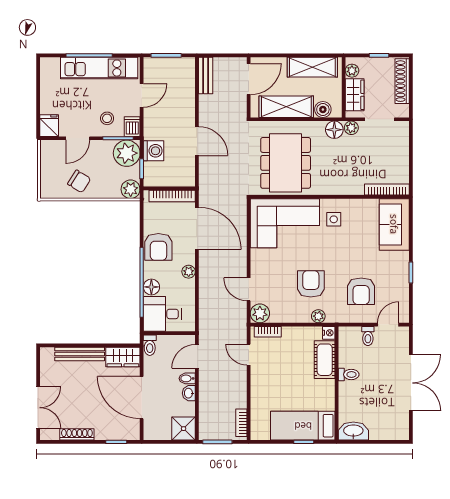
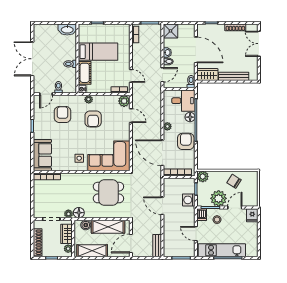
door: (142, 95) -> (196, 234), hinge flipped
plant: (127, 153) -> (219, 198), moved
dining table: (286, 163) -> (108, 193), width x0.73
bed: (303, 426) -> (98, 52), moved

